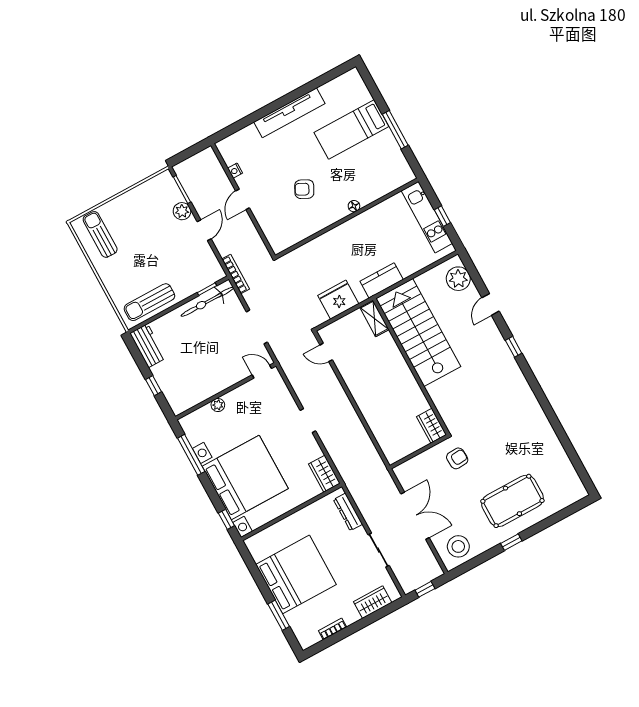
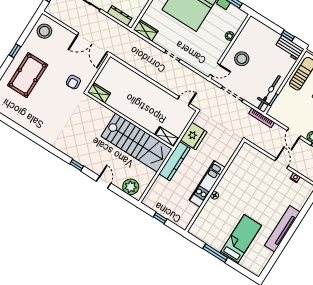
armchair: (304, 189) -> (249, 189), removed
kitchen unit: (427, 217) -> (207, 184), moved, turned -90
kitchen counter: (382, 280) -> (175, 161), width x1.50
stool: (219, 366) -> (242, 59), added
window: (154, 386) -> (288, 36), moved
double door: (415, 516) -> (92, 43), moved

